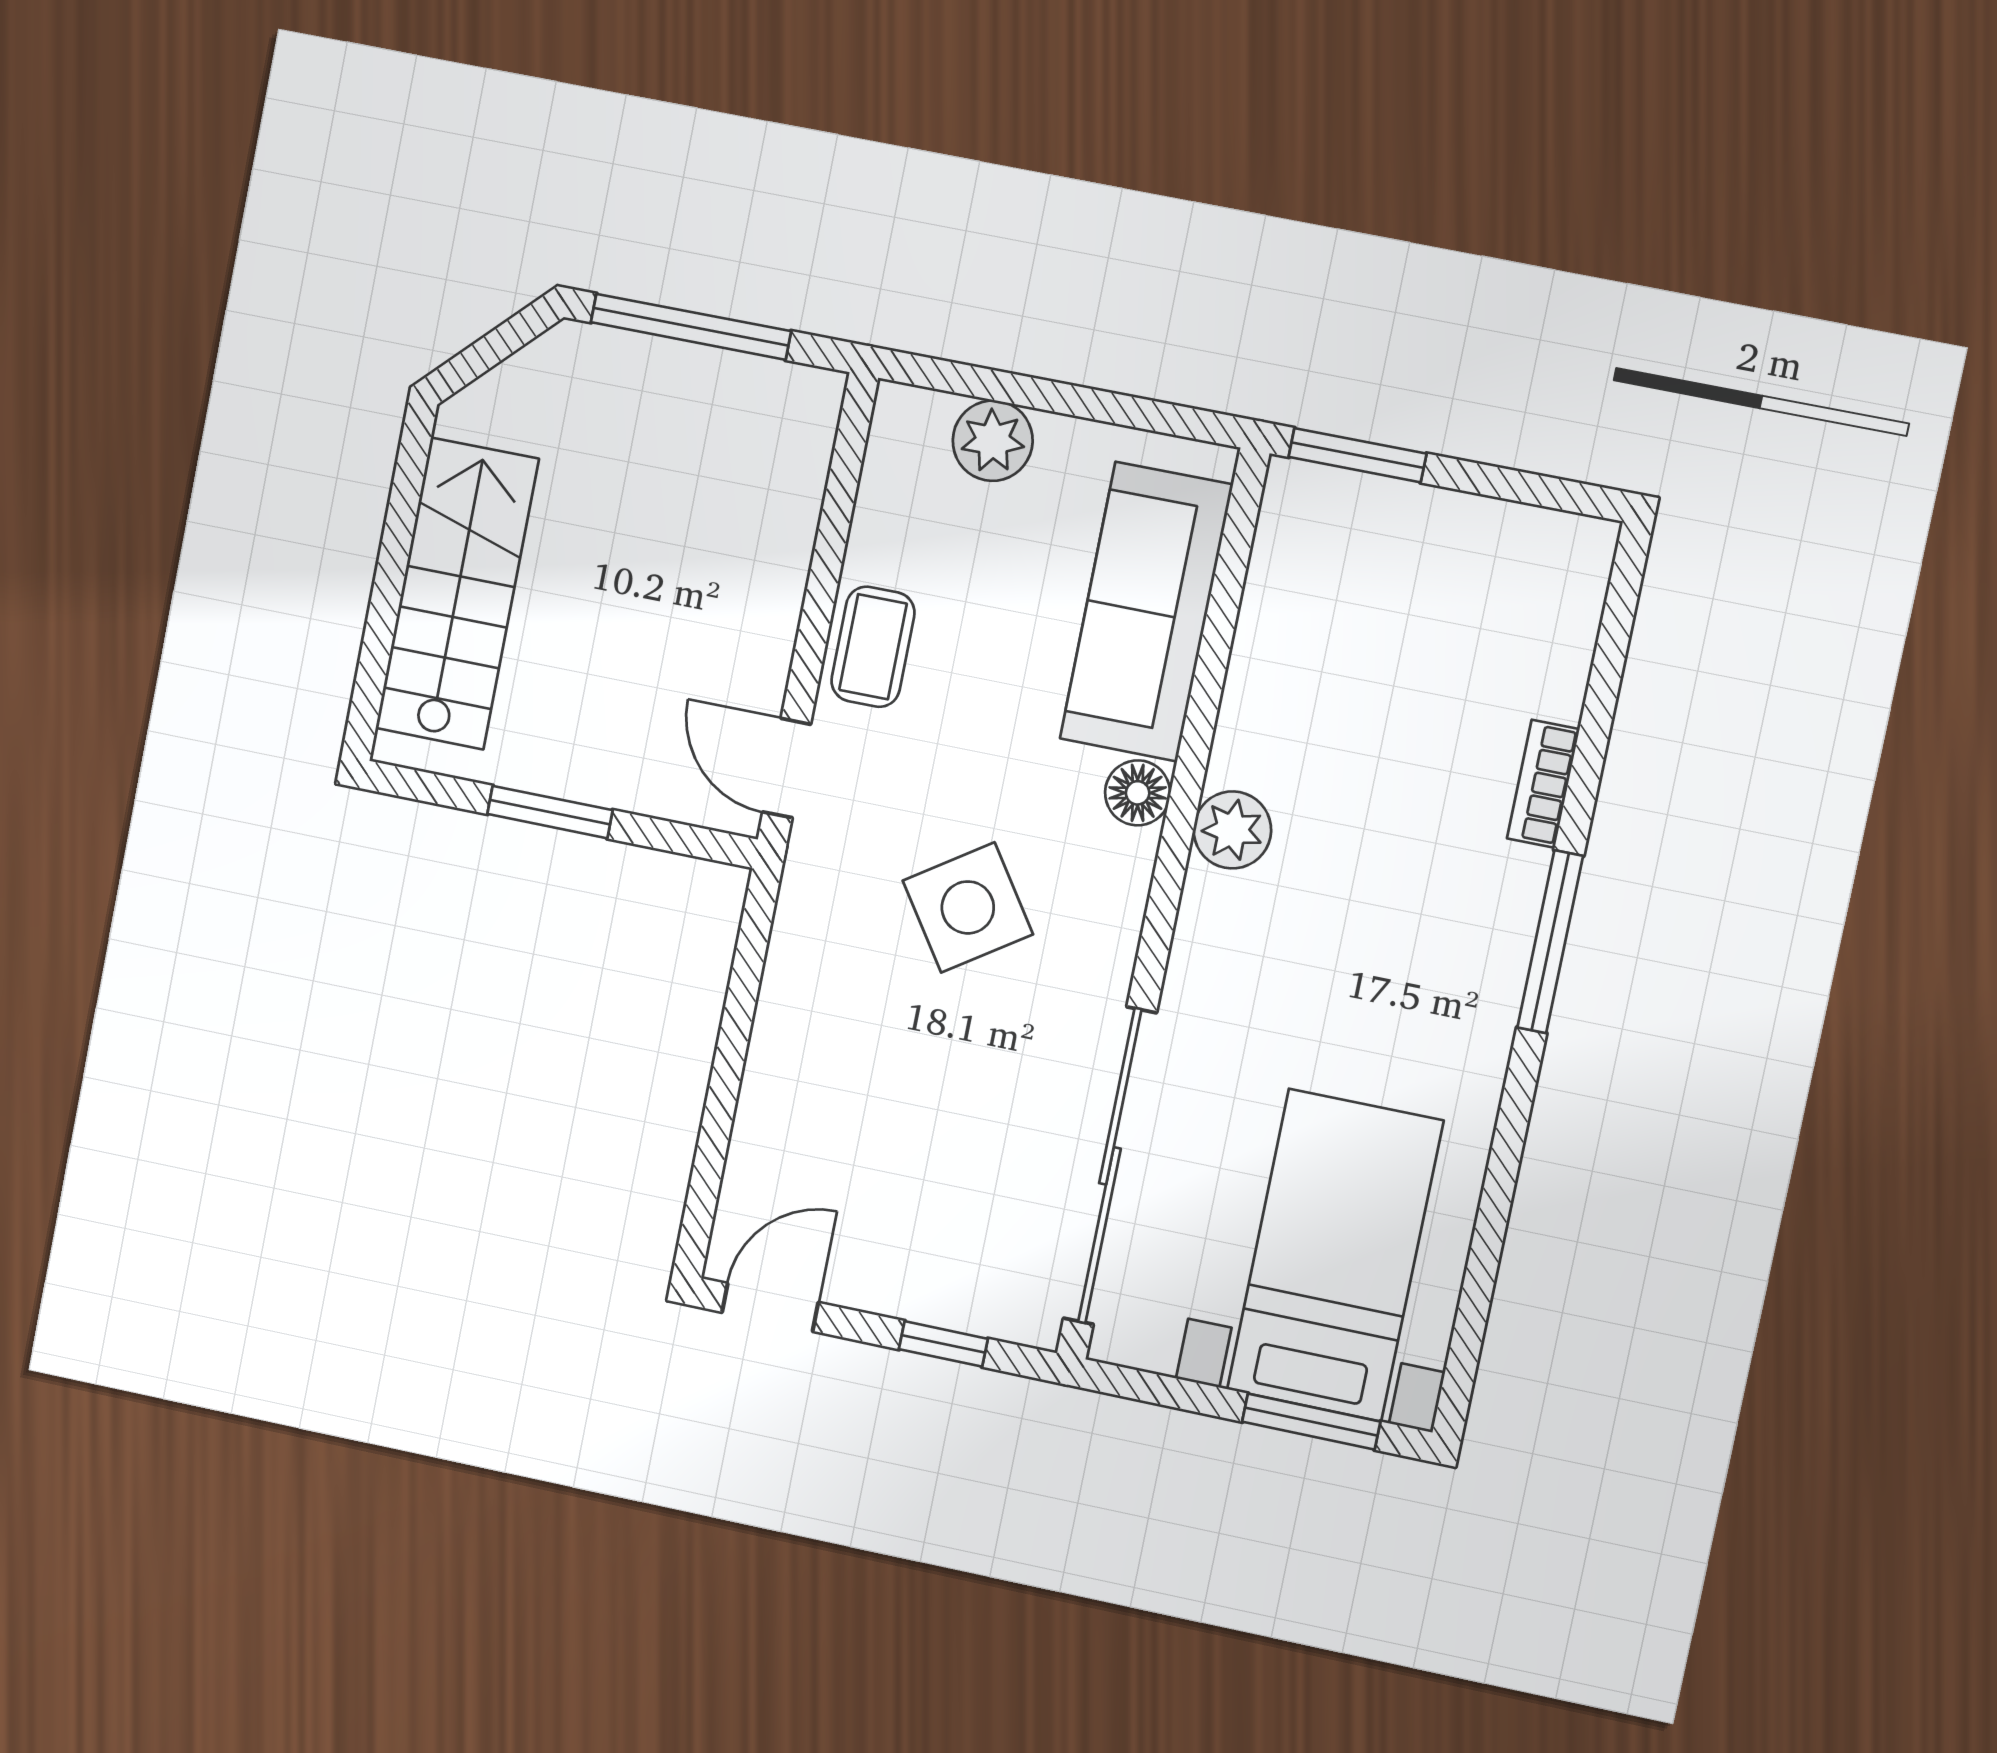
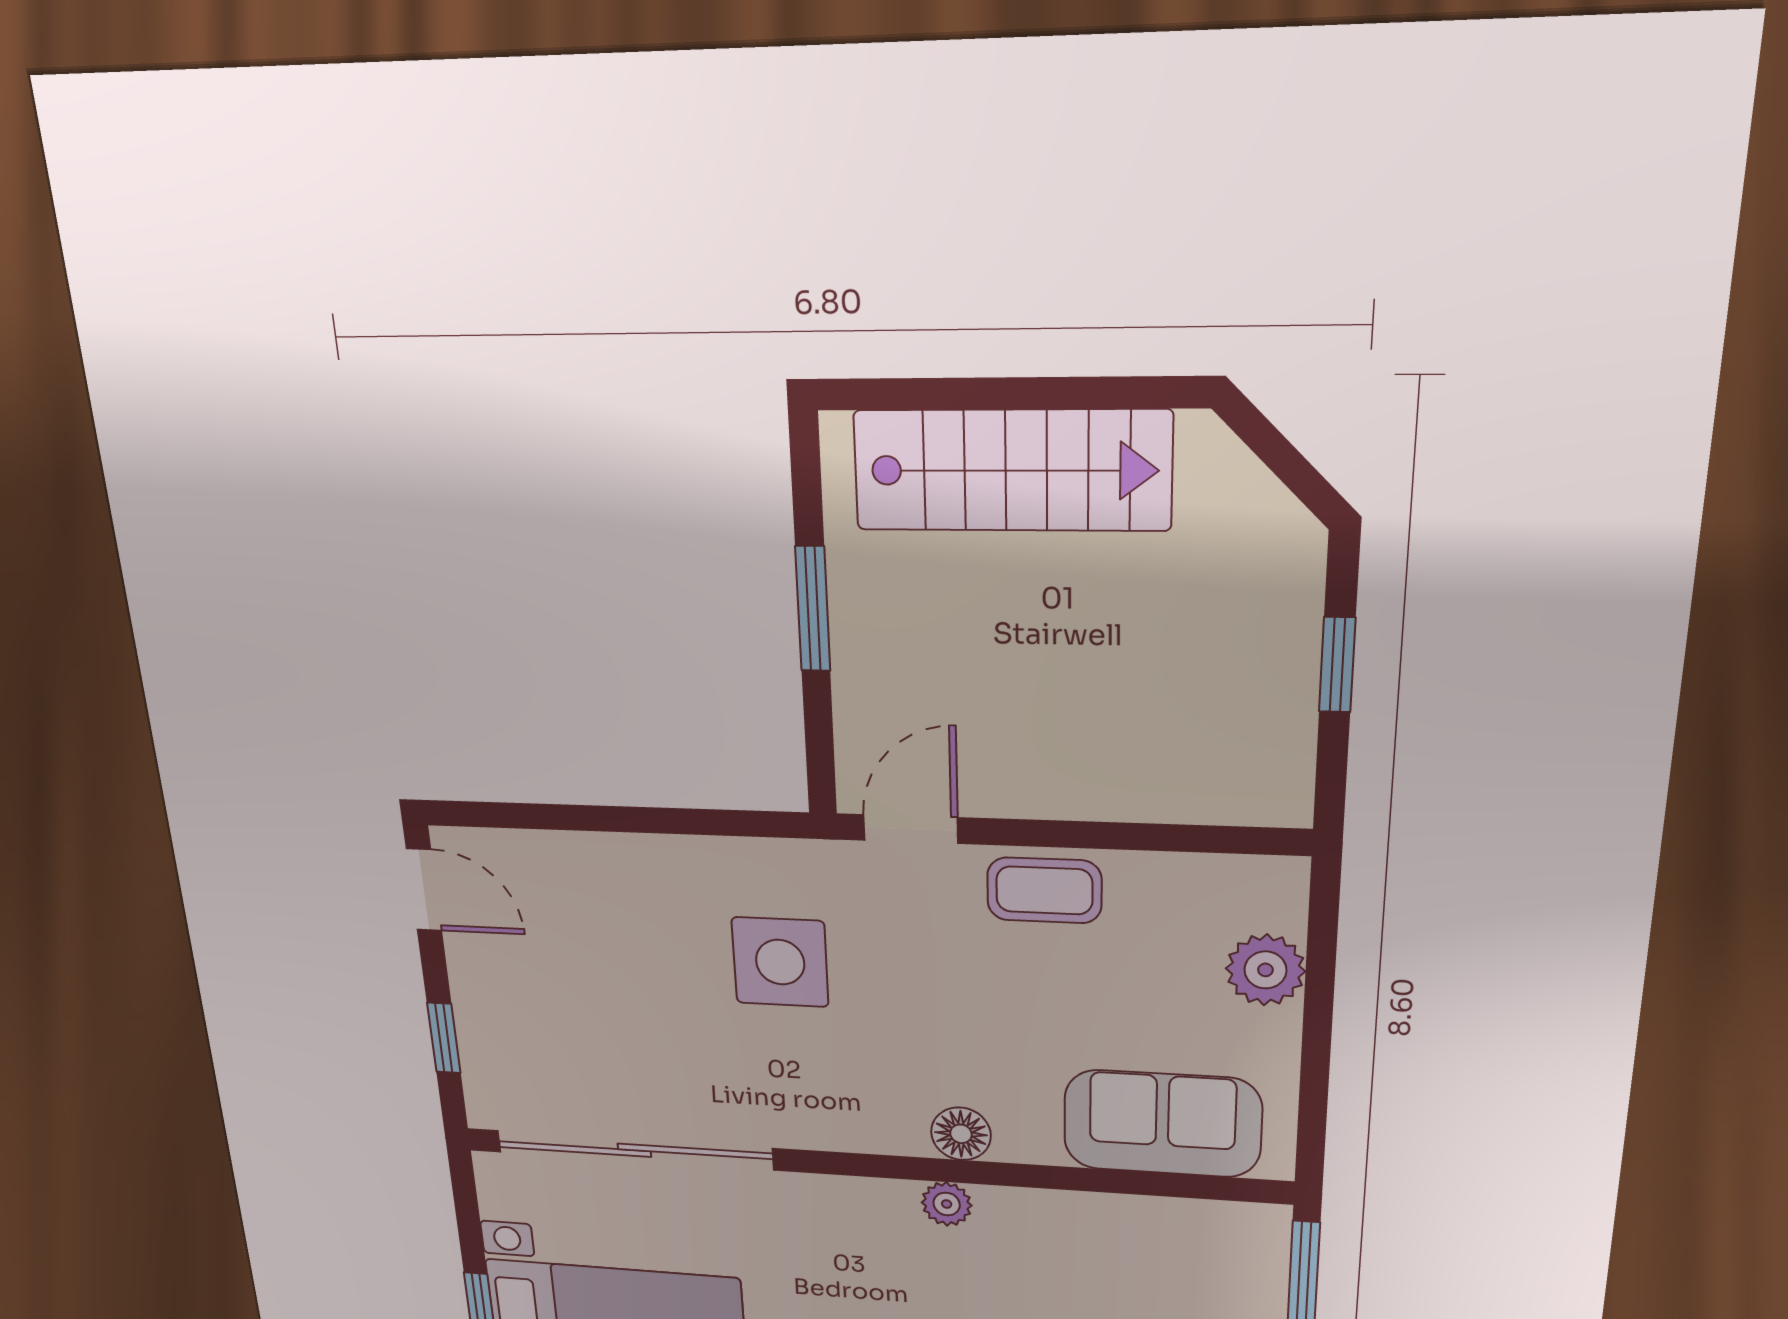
window: (691, 327) -> (1337, 665), width x0.46
sofa: (1146, 612) -> (1162, 1124), width x0.73
plant: (1232, 830) -> (947, 1204), width x0.73, depth x0.73
side table: (968, 907) -> (780, 962), moved, turned 34

